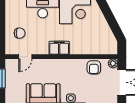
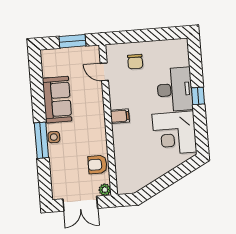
filing cabinet: (59, 48) -> (120, 116), width x0.50

